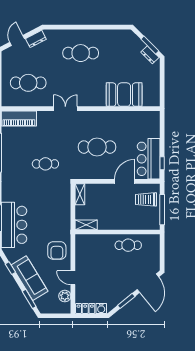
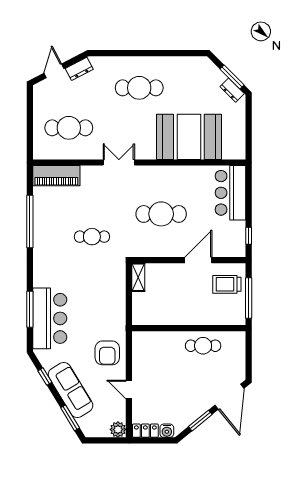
booth: (124, 95) -> (189, 137), width x1.36, depth x1.42
bar counter: (149, 159) -> (230, 193), moved
shelving: (86, 225) -> (147, 318), removed
plant: (65, 296) -> (118, 429), moved

